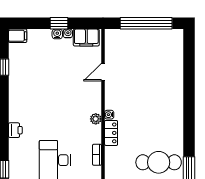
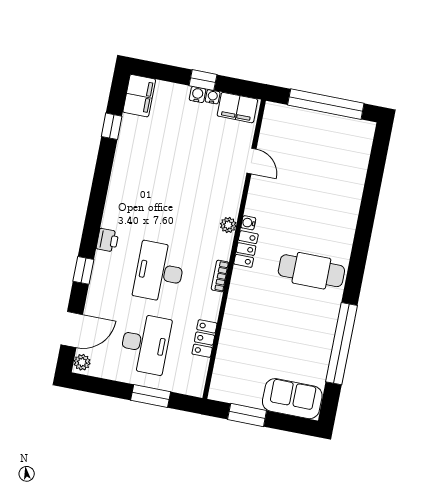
filing cabinet: (18, 36) -> (139, 96), width x2.00
door: (103, 72) -> (251, 161), swing flipped
printer: (15, 130) -> (107, 240), moved
cafe table: (159, 162) -> (311, 271), moved

